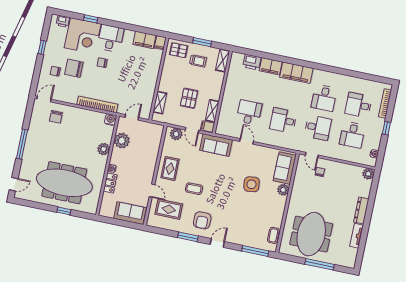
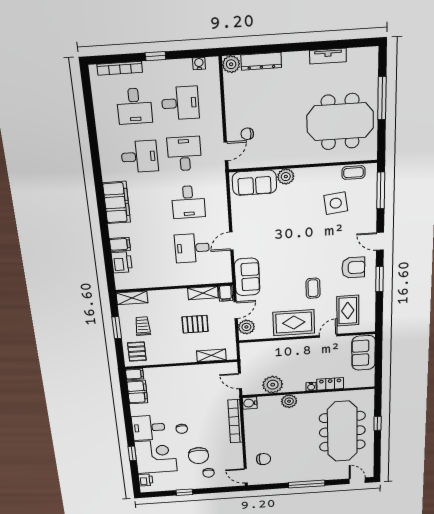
filing cabinet: (271, 66) -> (120, 244), width x0.50
rug: (170, 169) -> (294, 323), width x1.36, depth x1.43
side table: (252, 184) -> (336, 203), moved
dresser: (361, 211) -> (261, 61), moved

